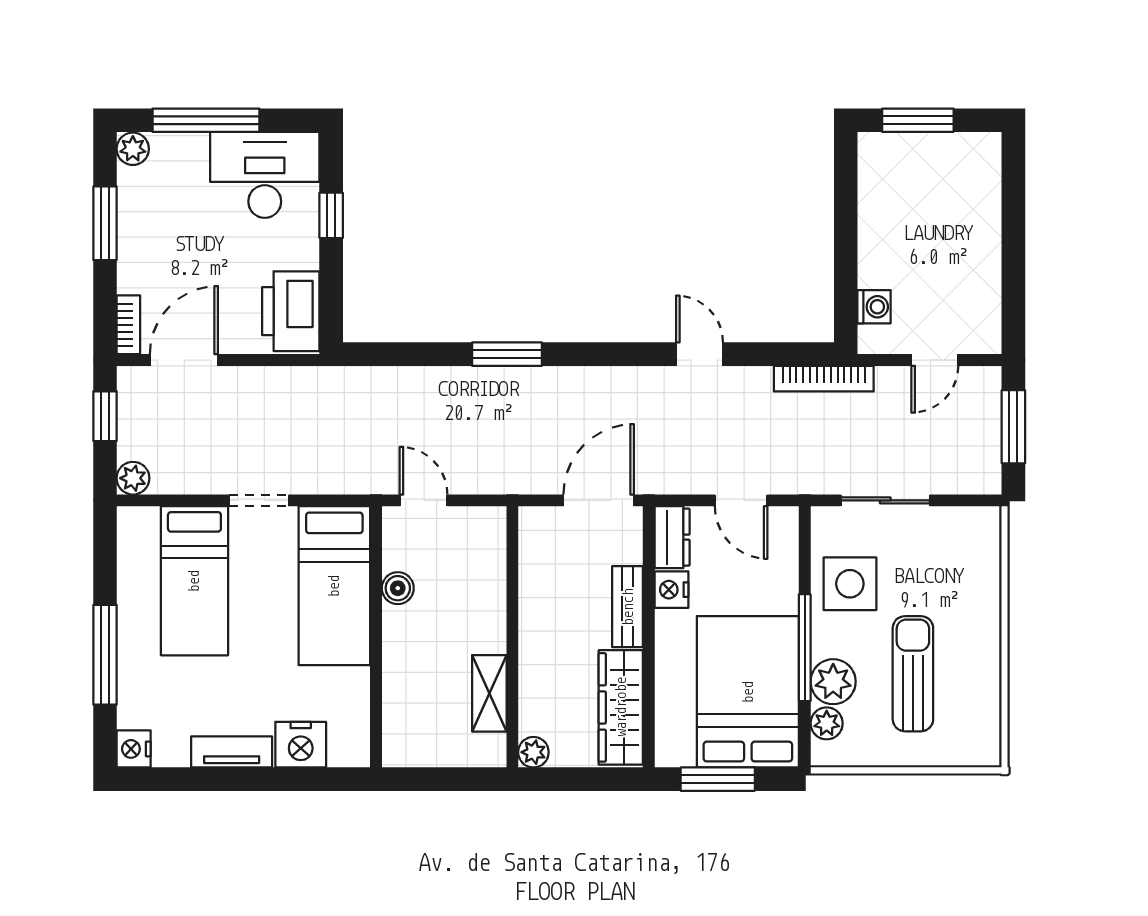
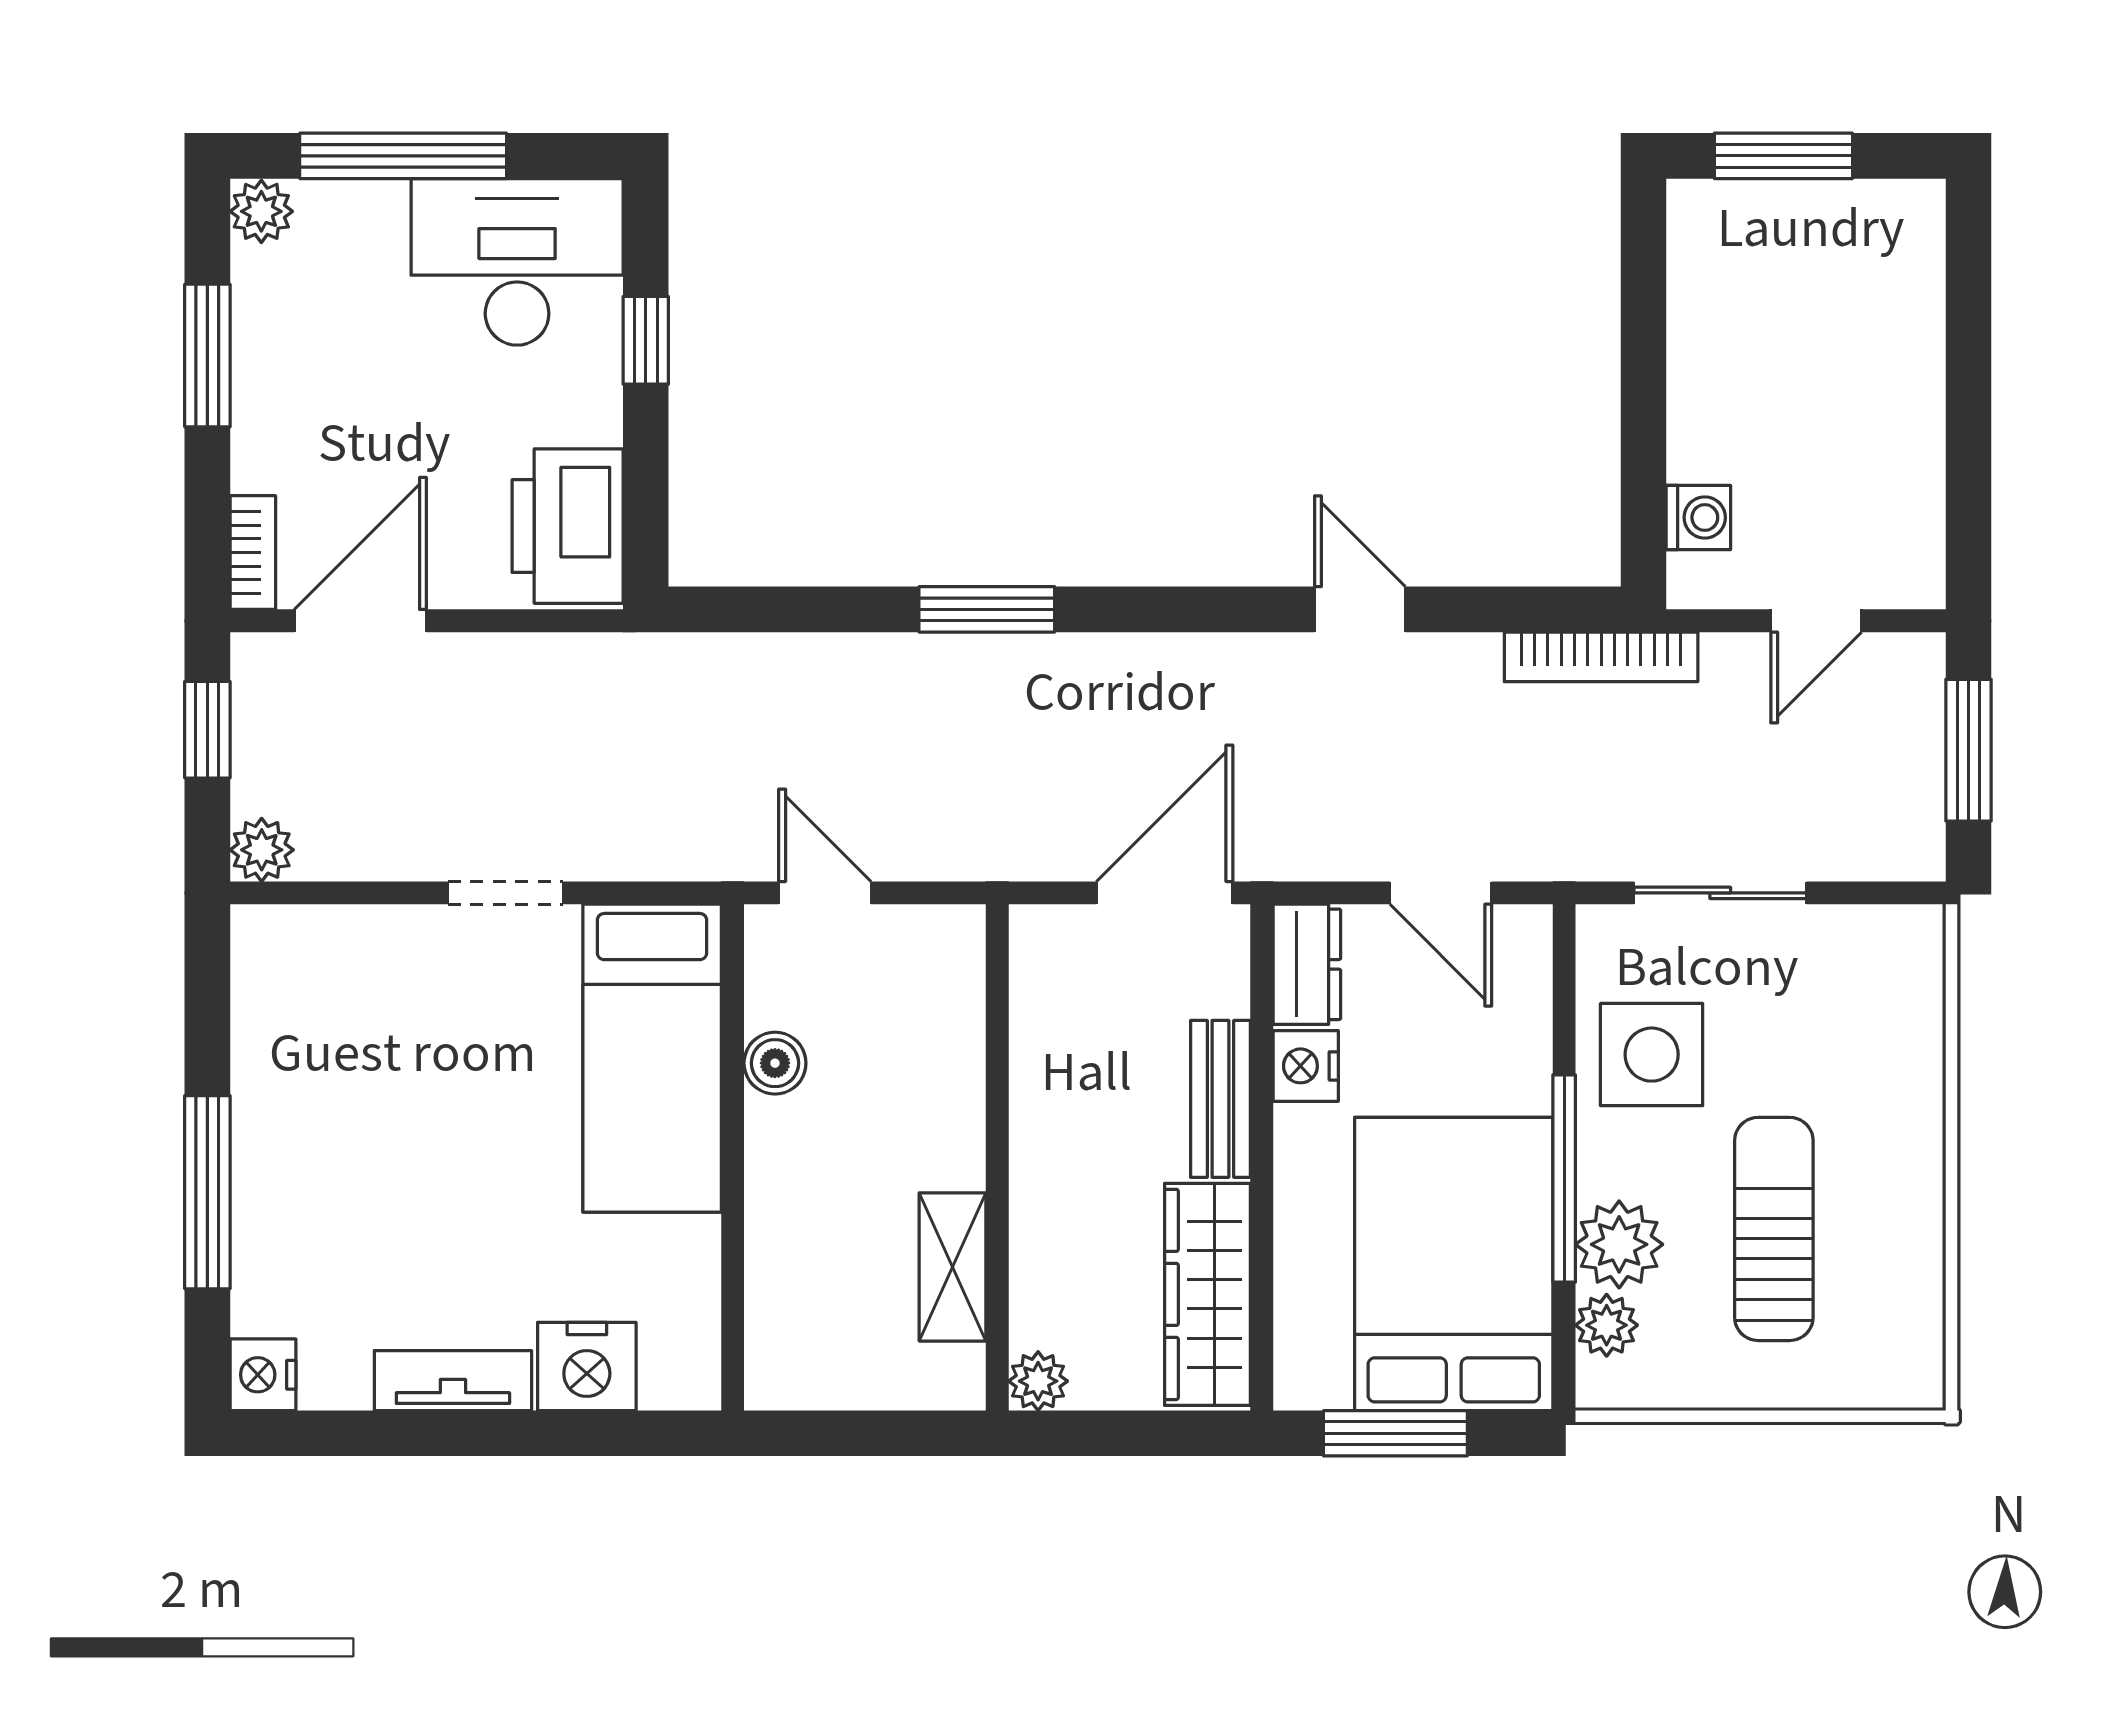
bed: (194, 581) -> (381, 1049), removed

